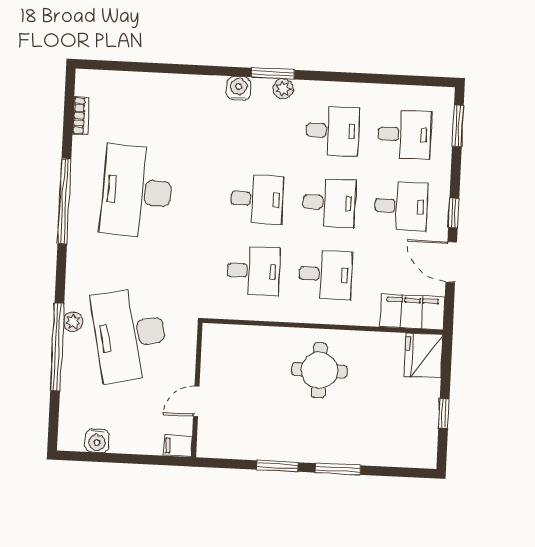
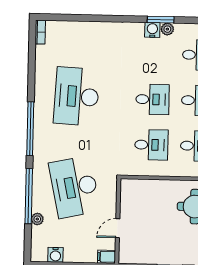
water cooler: (239, 88) -> (152, 30), moved
bookcase: (81, 116) -> (40, 32), moved
window: (64, 201) -> (30, 129), moved
plant: (73, 322) -> (37, 219), moved

